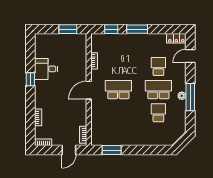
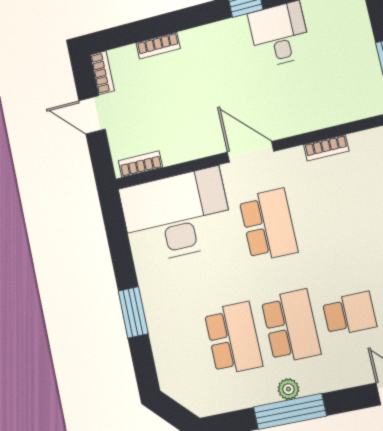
school desk: (158, 113) -> (233, 338), width x1.85
desk: (107, 125) -> (176, 216), added
door: (69, 150) -> (92, 115), moved
window: (112, 150) -> (133, 312), moved

